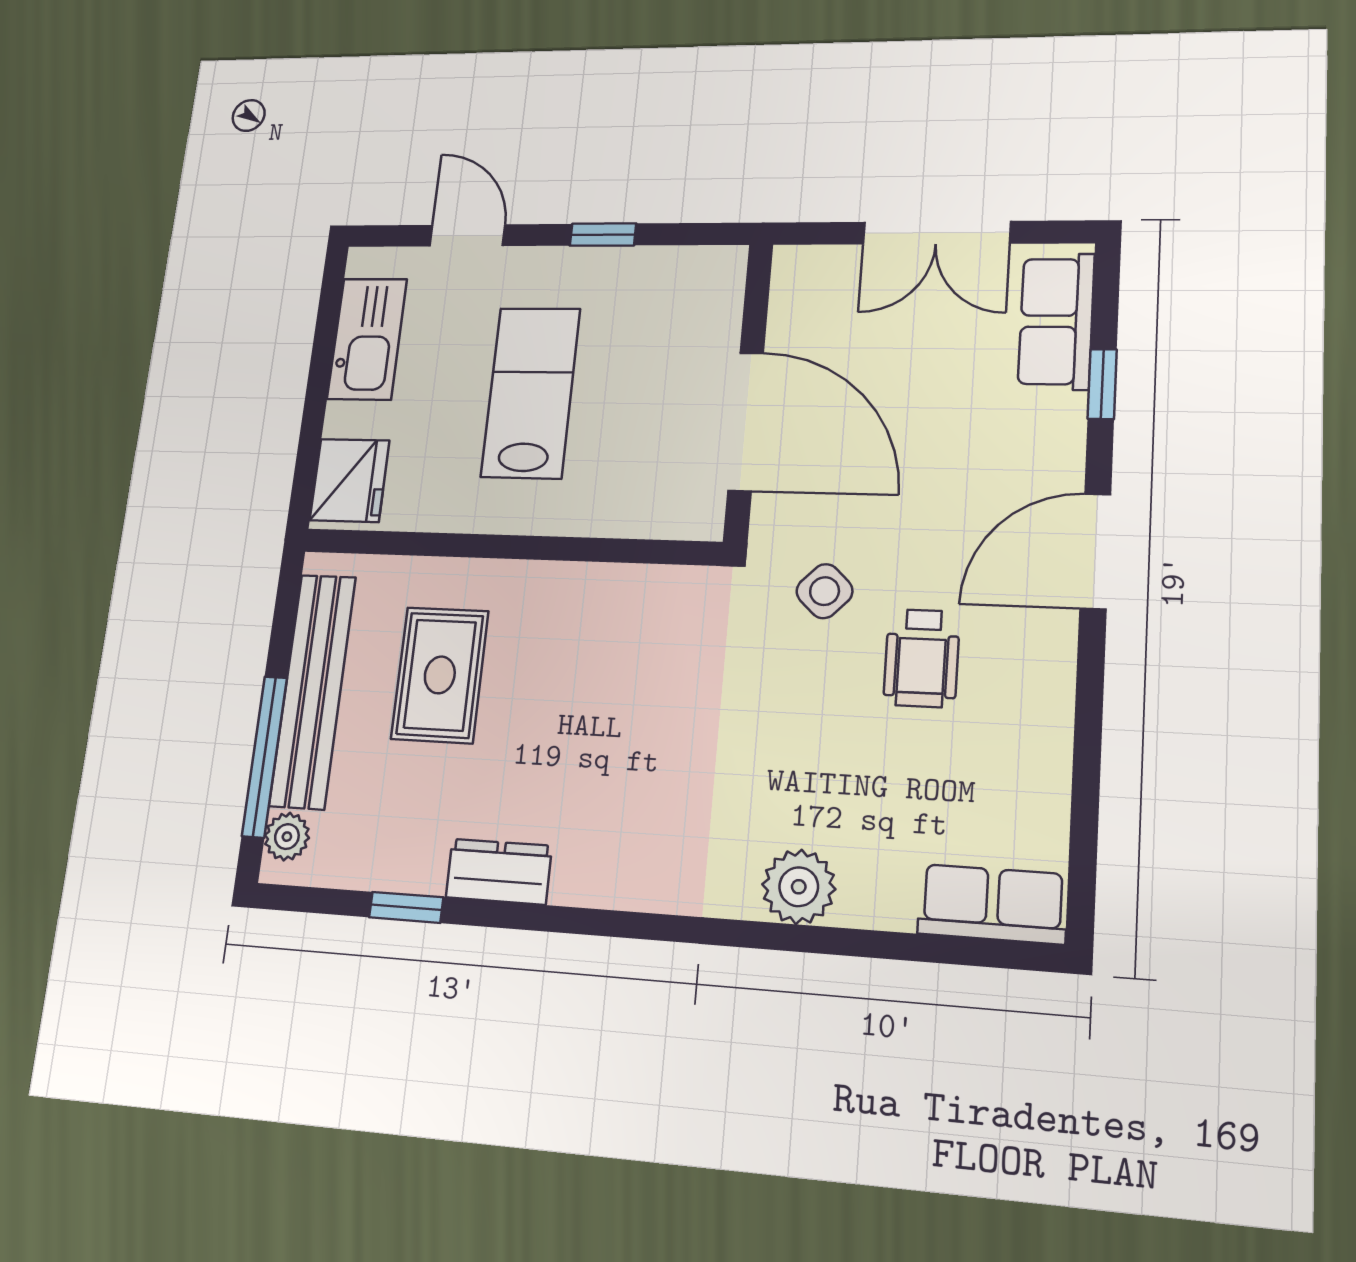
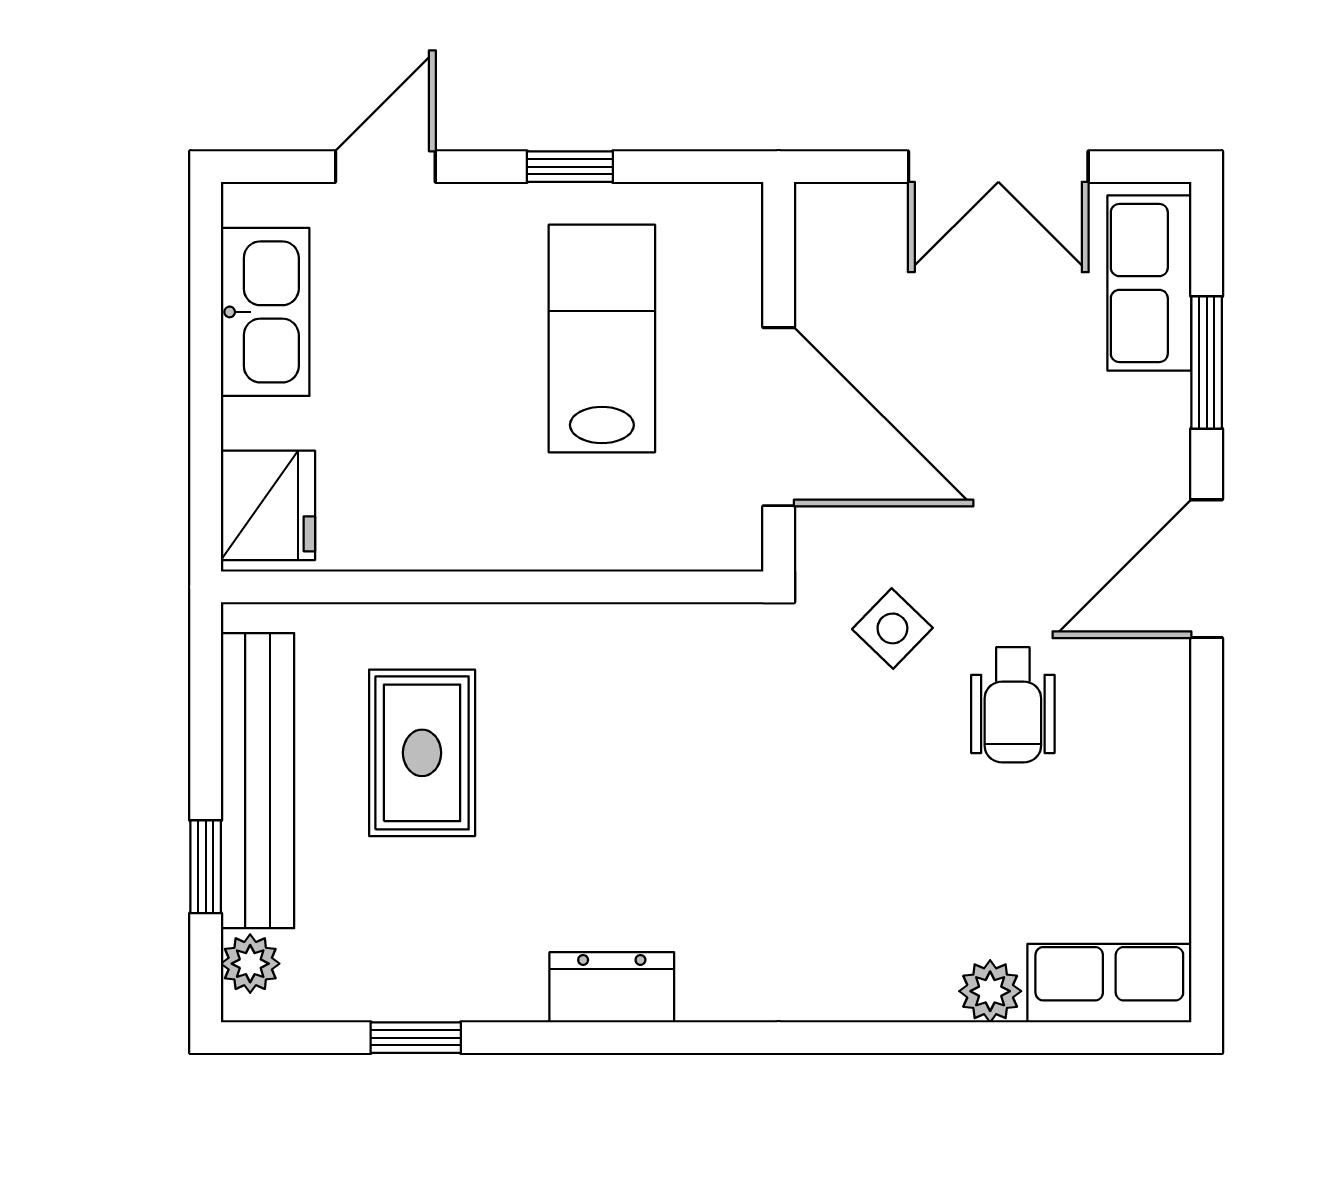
door: (467, 235) -> (385, 167), hinge flipped
window: (1102, 384) -> (1207, 362), width x1.50
lab bench: (531, 392) -> (602, 338), moved
window: (265, 756) -> (206, 867), width x0.46
dresser: (499, 872) -> (612, 987), moved
plant: (799, 887) -> (990, 991), moved, width x0.73, depth x0.73

